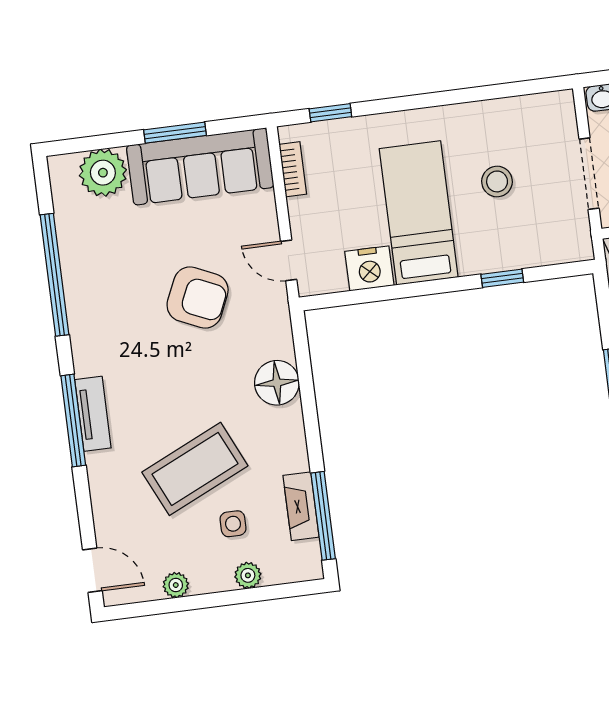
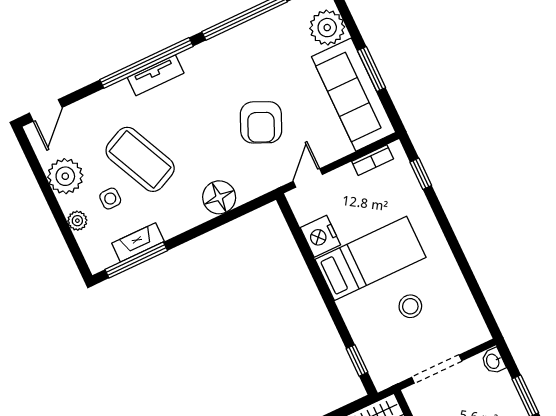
window: (502, 278) -> (357, 360), moved
window: (73, 421) -> (146, 63), width x1.46
plant: (176, 585) -> (65, 176), width x1.88, depth x1.88

